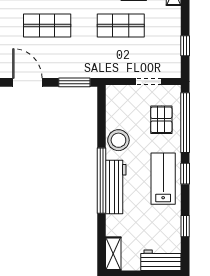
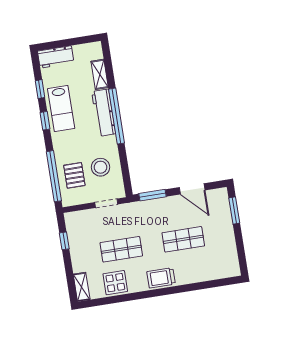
doorway: (149, 82) -> (106, 203), moved
stool: (118, 140) -> (101, 167), moved
window: (185, 174) -> (45, 121), moved
lab bench: (163, 179) -> (61, 109), moved
shelving: (113, 254) -> (100, 74), moved

